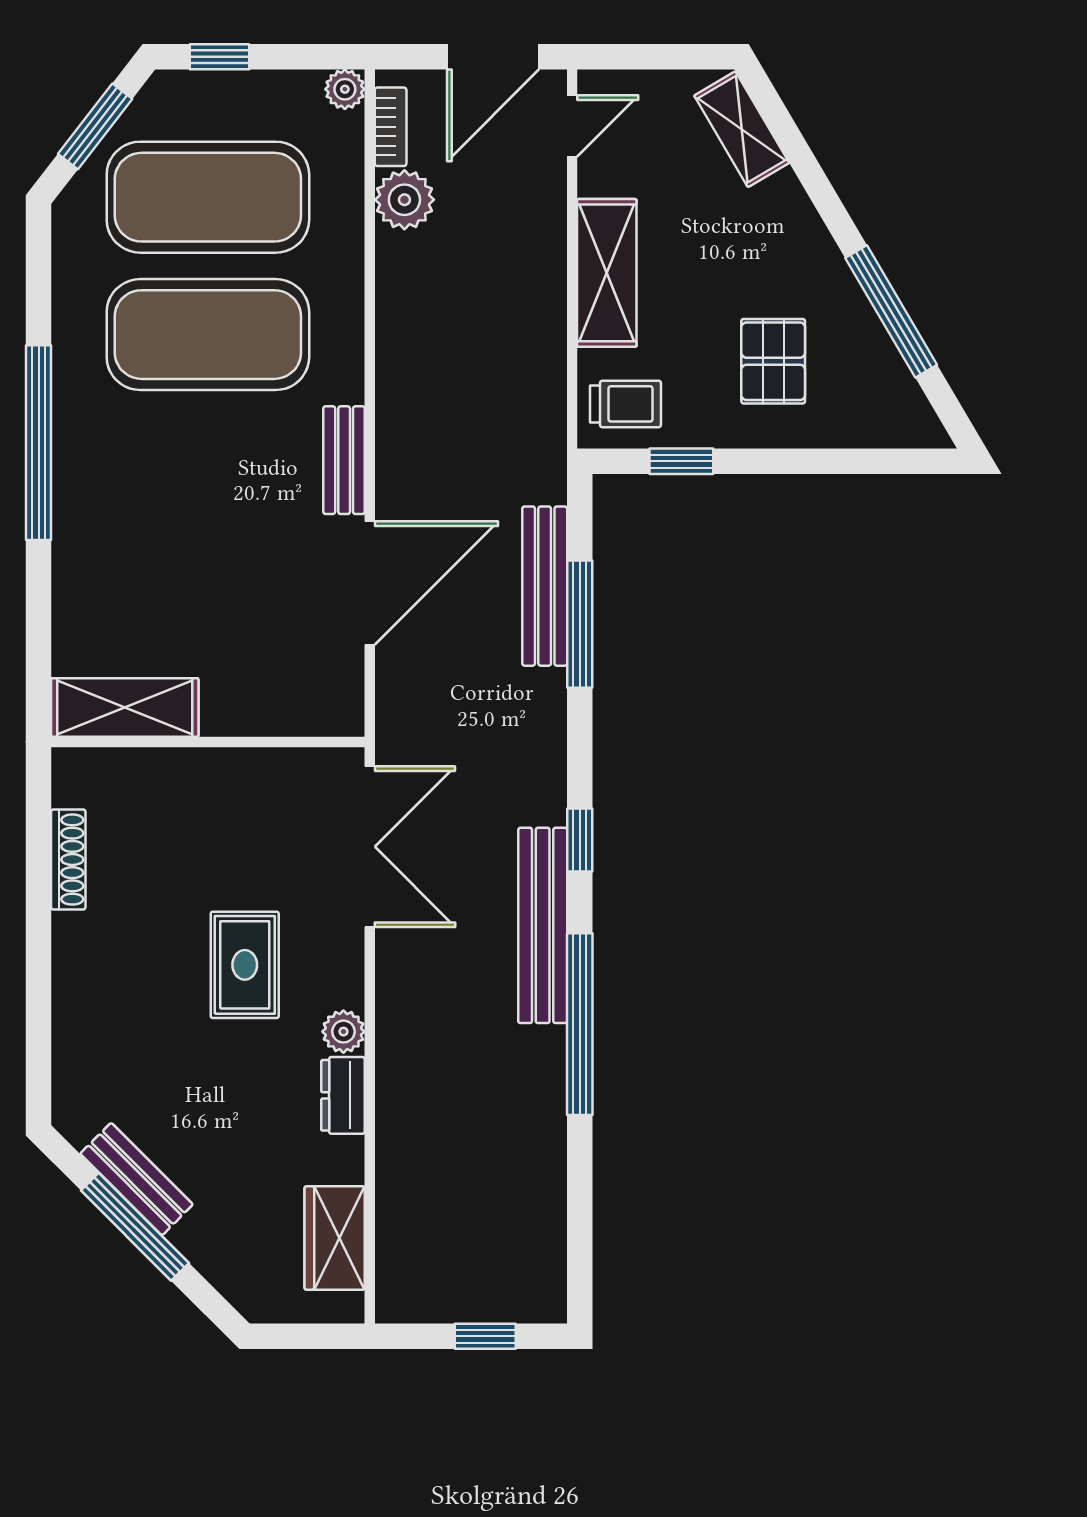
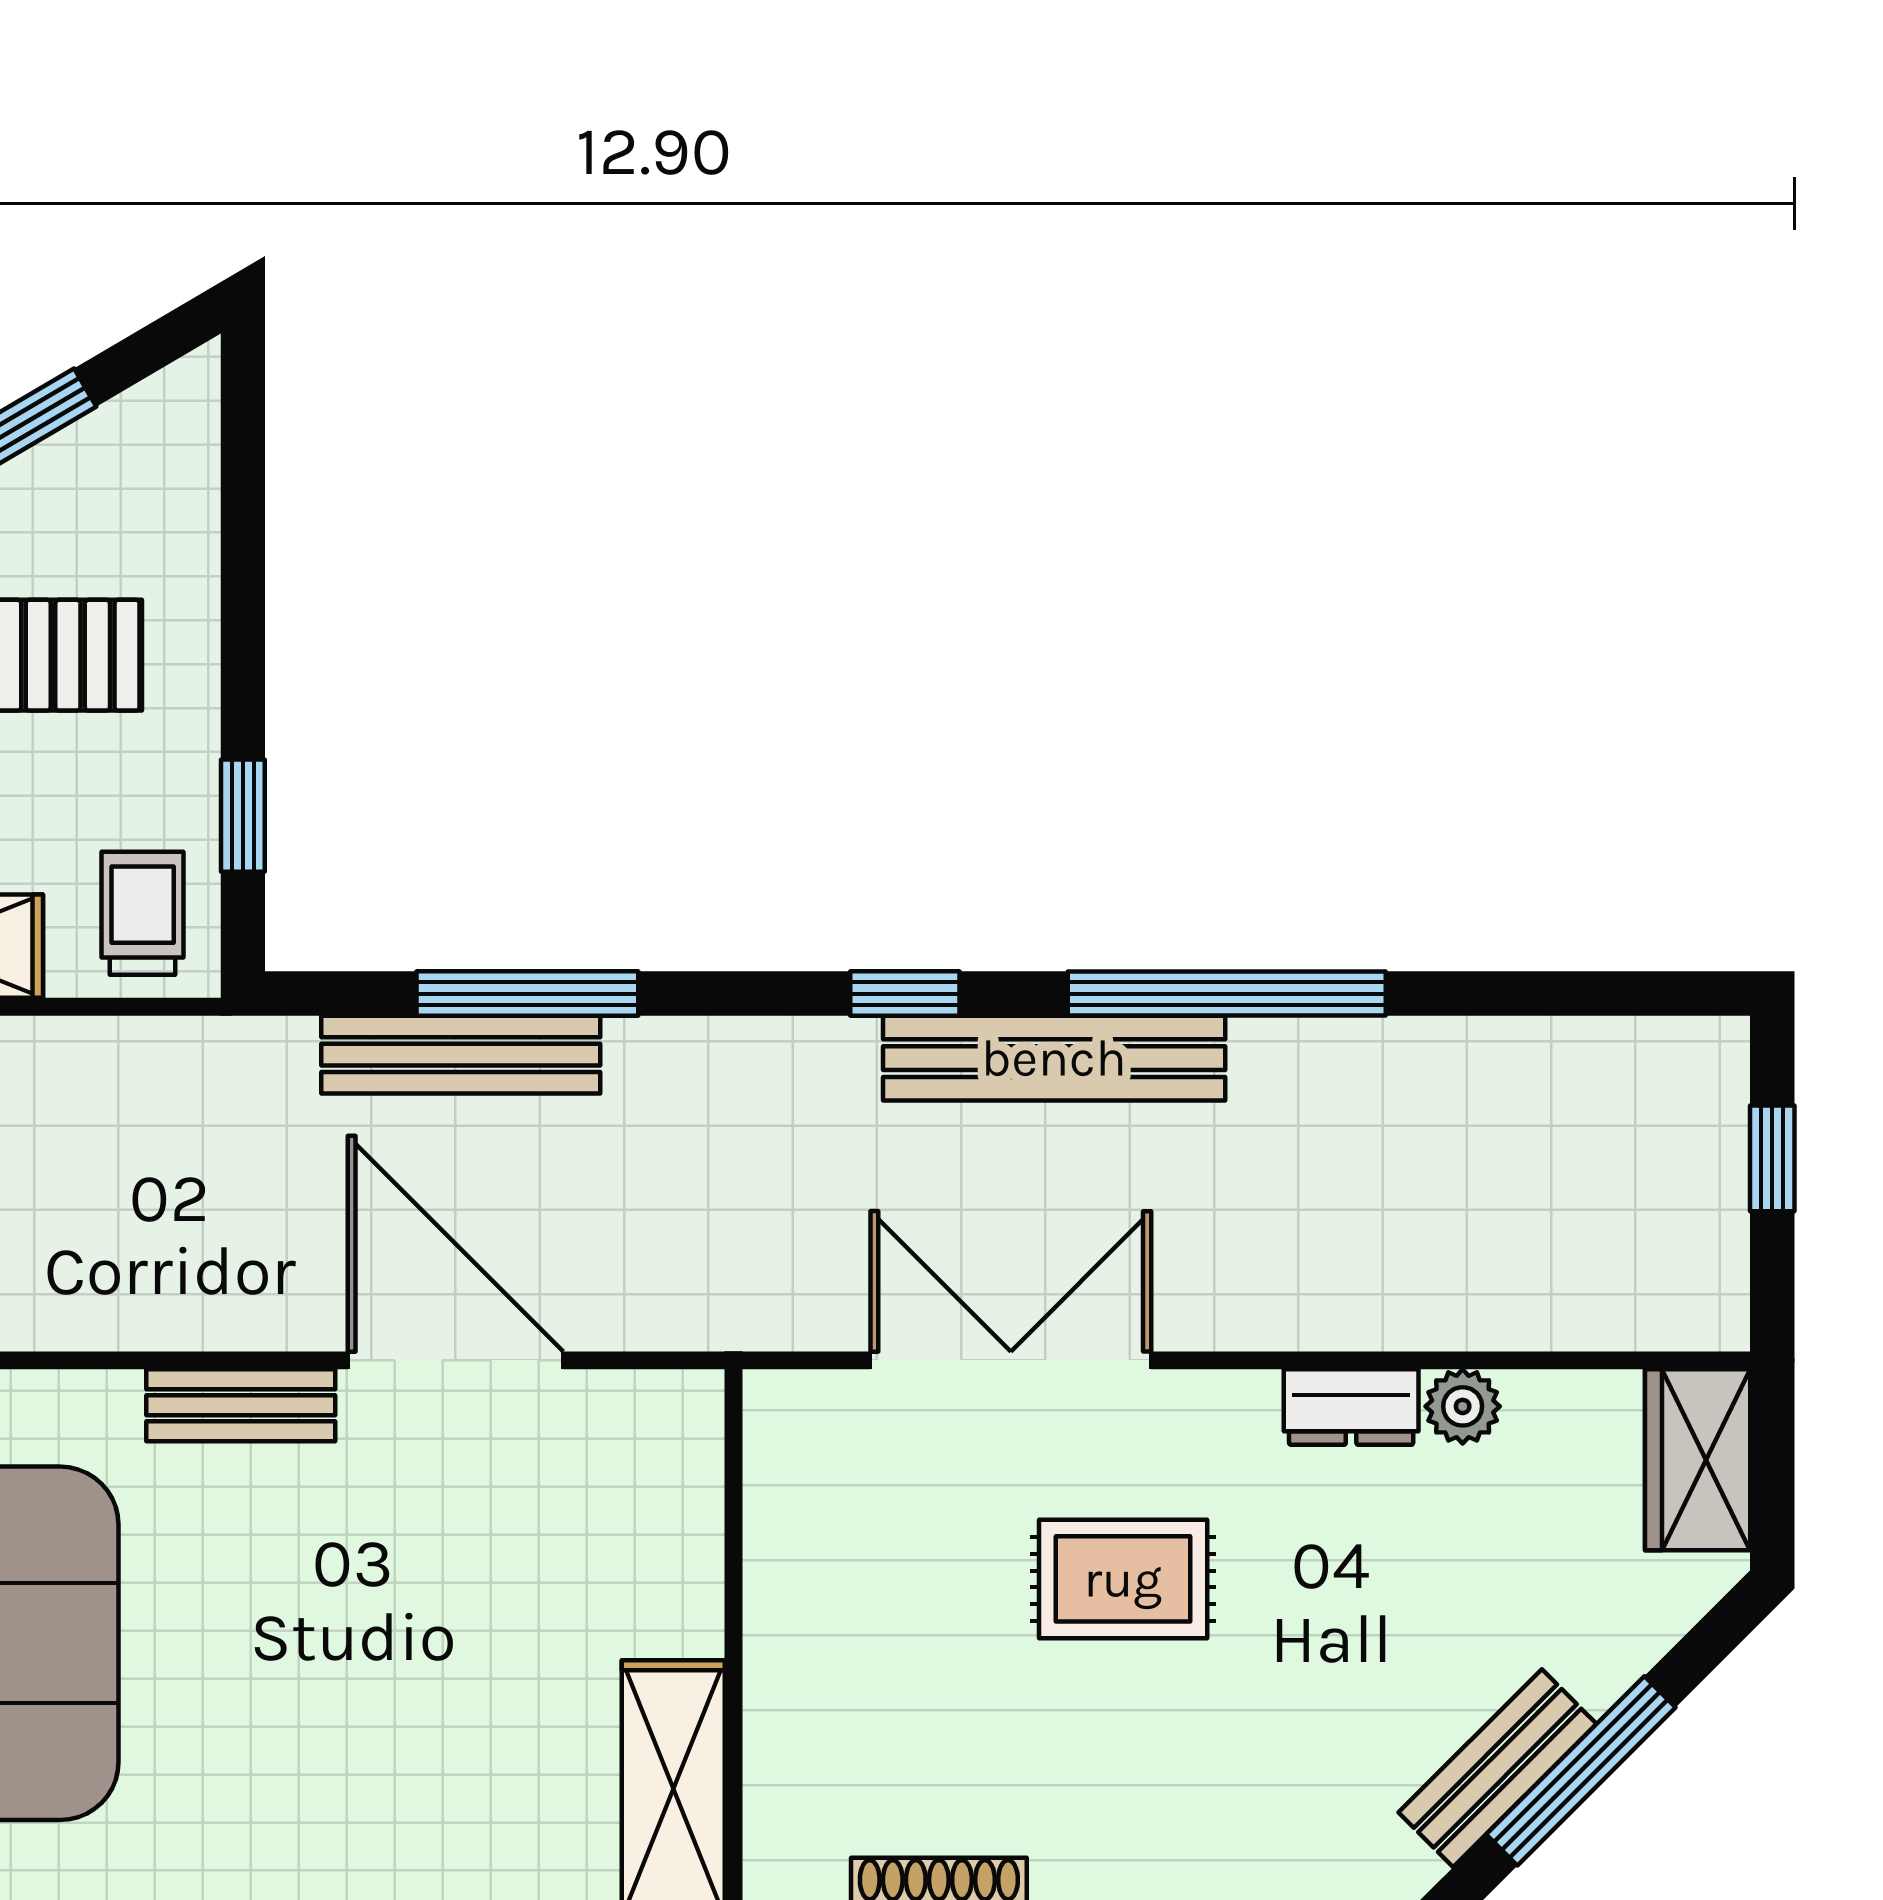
double door: (370, 847) -> (1011, 1360), moved
plant: (343, 1032) -> (1463, 1406), moved
wardrobe: (335, 1238) -> (1698, 1460), moved, turned 90

